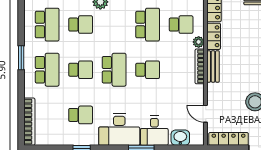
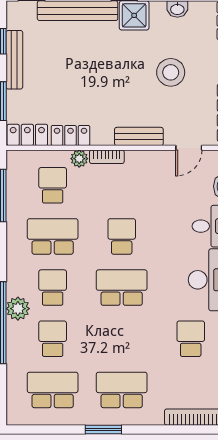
bookcase: (200, 66) -> (107, 157), width x0.64
bench: (213, 66) -> (139, 136), moved
school desk: (81, 70) -> (53, 288), moved

